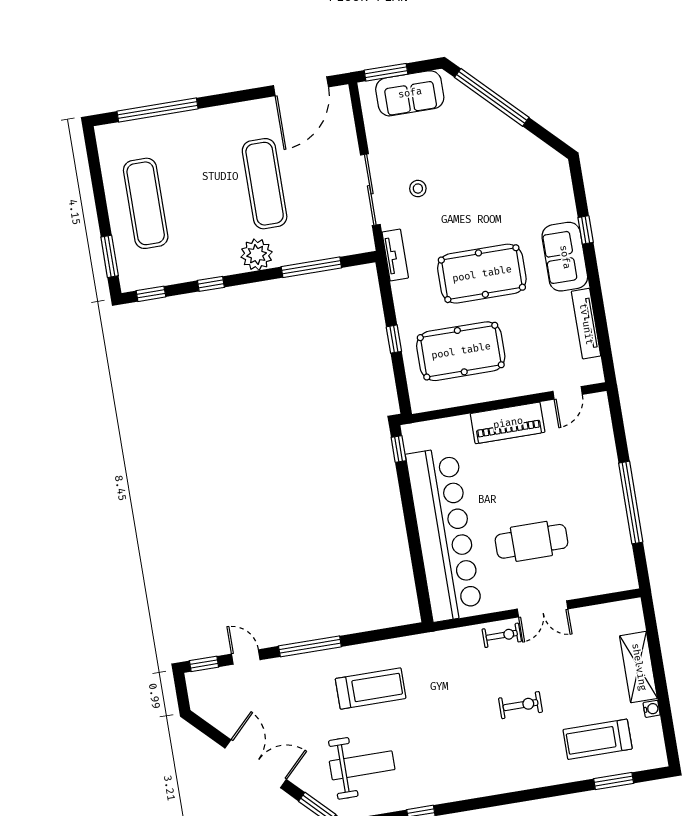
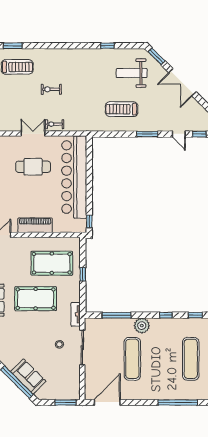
sofa: (410, 93) -> (28, 376), moved, turned 45
window: (310, 646) -> (147, 134), width x0.69

